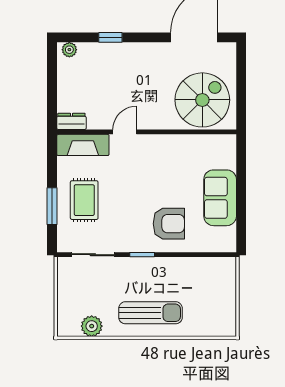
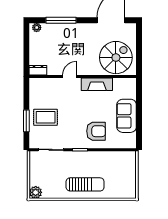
window: (110, 37) -> (61, 20), width x2.17
fireplace: (83, 145) -> (97, 84), moved
rug: (84, 200) -> (46, 117), turned 90
plant: (92, 326) -> (36, 192), moved

